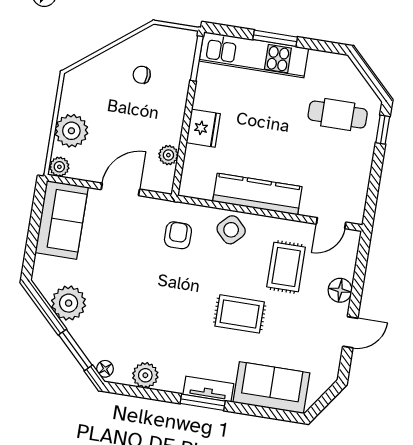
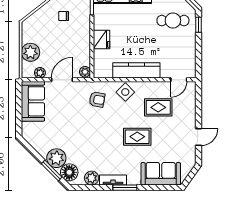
plant: (168, 155) -> (85, 72), moved
plant: (59, 167) -> (40, 73), moved
armchair: (178, 235) -> (97, 100), turned 100
rug: (286, 267) -> (158, 107), turned 90
floor lamp: (340, 290) -> (189, 115), removed
plant: (69, 303) -> (56, 158), moved
floor lamp: (105, 369) -> (69, 172), width x1.89, depth x1.89
tv unit: (208, 389) -> (113, 180), moved

